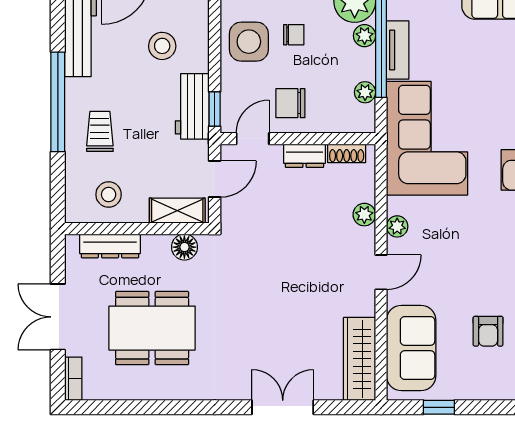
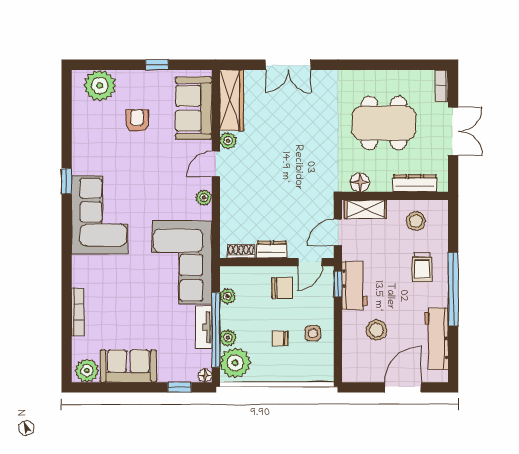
side table: (249, 42) -> (313, 333), width x0.54, depth x0.54
plant: (364, 215) -> (228, 141), moved
window: (439, 407) -> (157, 65), moved

